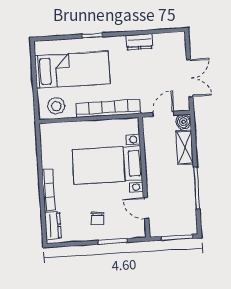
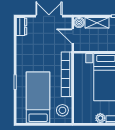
dresser: (139, 42) -> (21, 27), moved
plant: (48, 161) -> (100, 118), added

